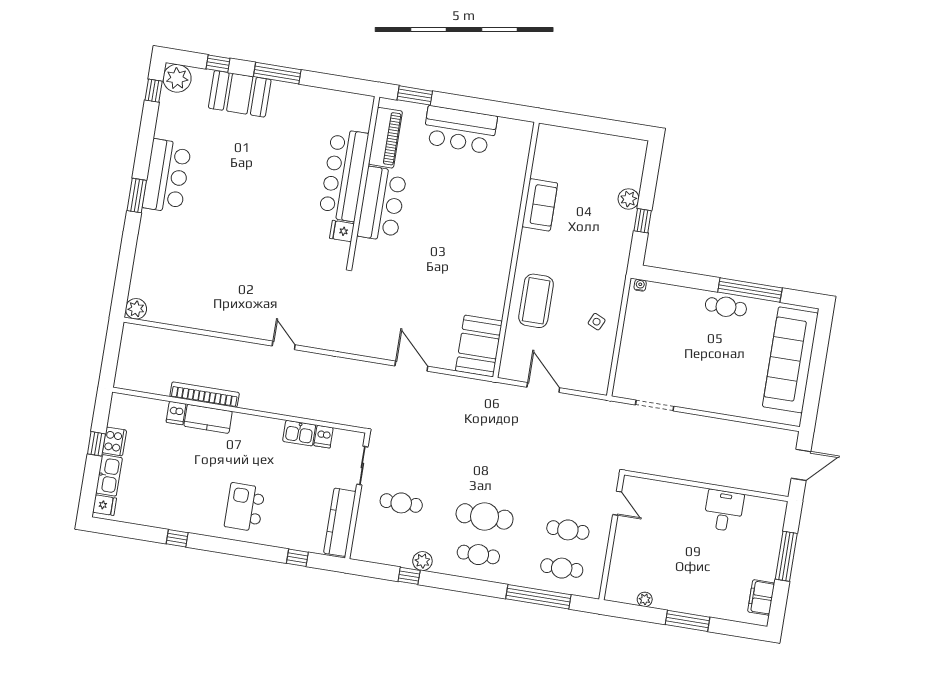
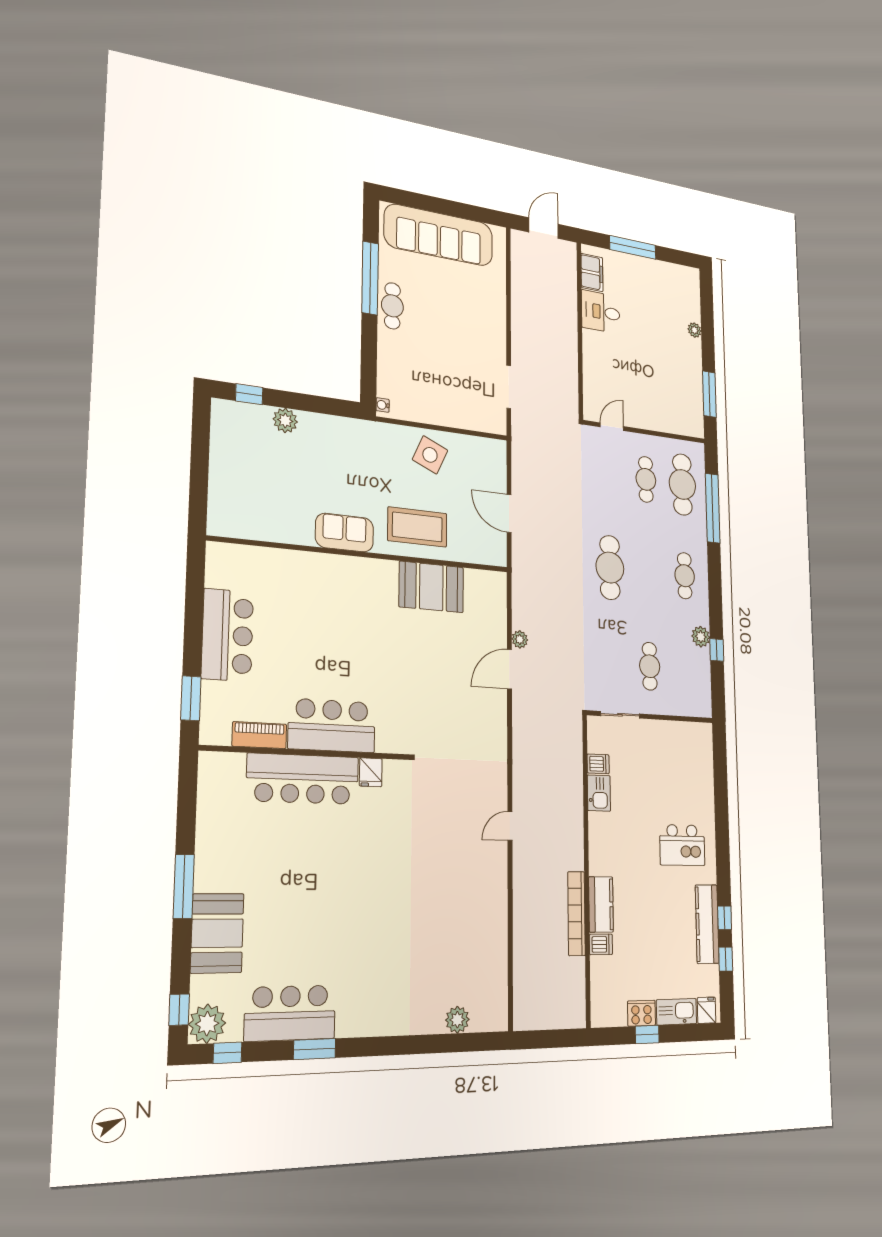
window: (218, 64) -> (179, 1010), moved
piano: (385, 138) -> (259, 735), width x0.73, depth x0.75
bar counter: (167, 176) -> (290, 1013), moved
window: (137, 195) -> (315, 1049), moved
sofa: (540, 205) -> (344, 533), moved
window: (643, 221) -> (249, 394), moved
plant: (136, 309) -> (457, 1020), moved
side table: (597, 322) -> (430, 455), width x1.87, depth x1.87
booth: (479, 346) -> (431, 587), moved
plant: (435, 380) -> (520, 639), added
door: (543, 387) -> (509, 513), hinge flipped
door: (801, 465) -> (544, 228), hinge flipped
cafe table: (485, 516) -> (610, 568), moved
kitchen counter: (340, 522) -> (707, 924), moved, turned 90
window: (297, 558) -> (726, 959), moved
cafe table: (562, 568) -> (682, 484), width x1.37, depth x1.35
filing cabinet: (761, 597) -> (592, 272), moved, turned -90
plant: (645, 599) -> (694, 330), moved
window: (687, 621) -> (709, 394), moved

